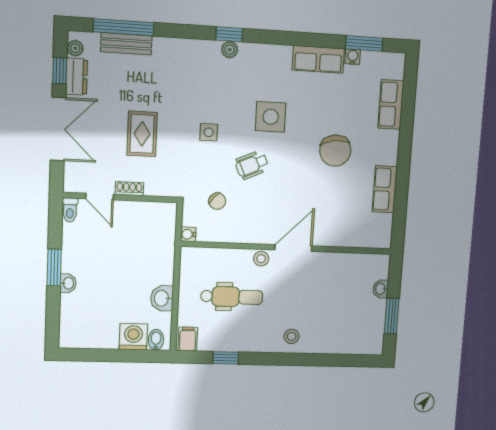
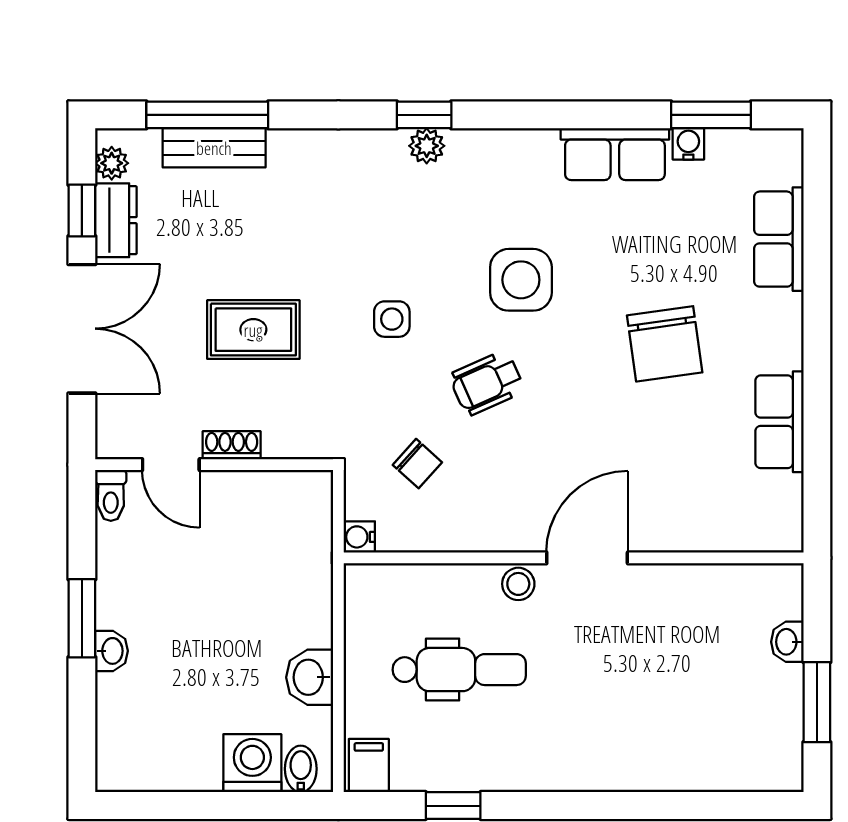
rug: (142, 134) -> (253, 330), turned 90
stool: (292, 336) -> (595, 754), removed

